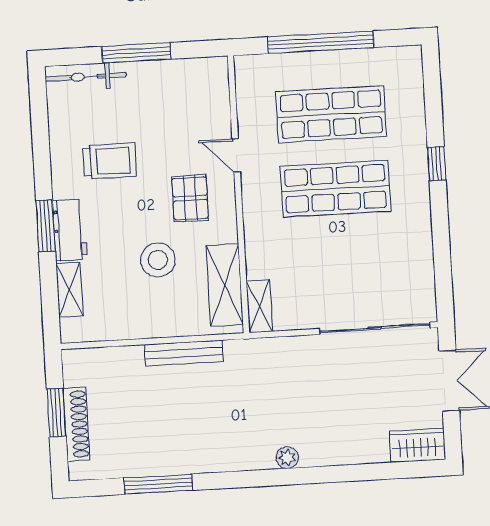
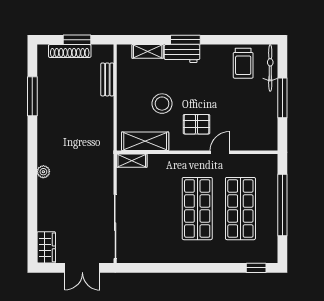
trolley: (110, 161) -> (243, 63), moved
window: (437, 164) -> (256, 268), moved
bench: (184, 353) -> (107, 79), moved, width x0.73

